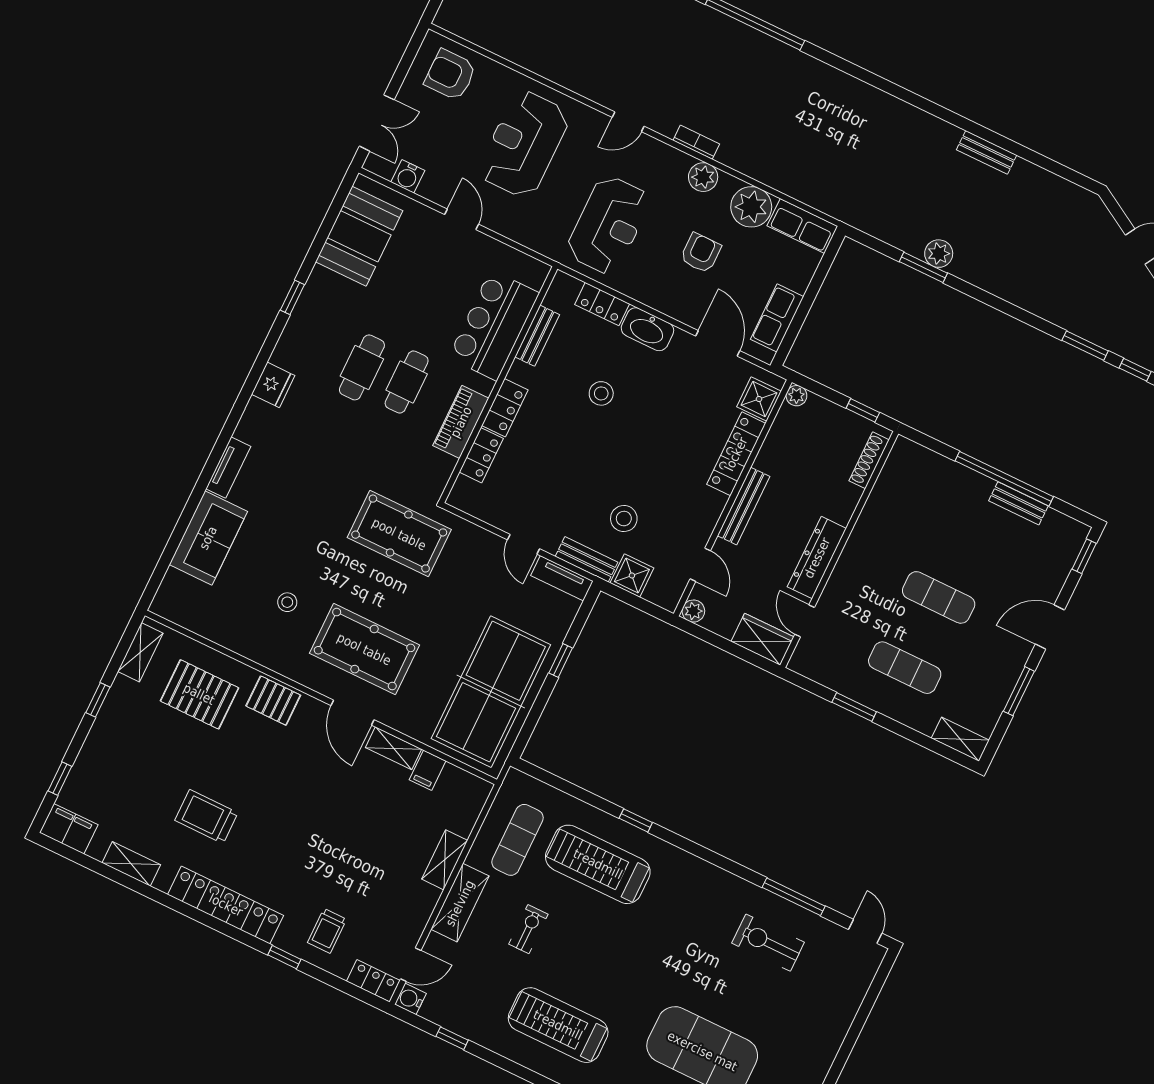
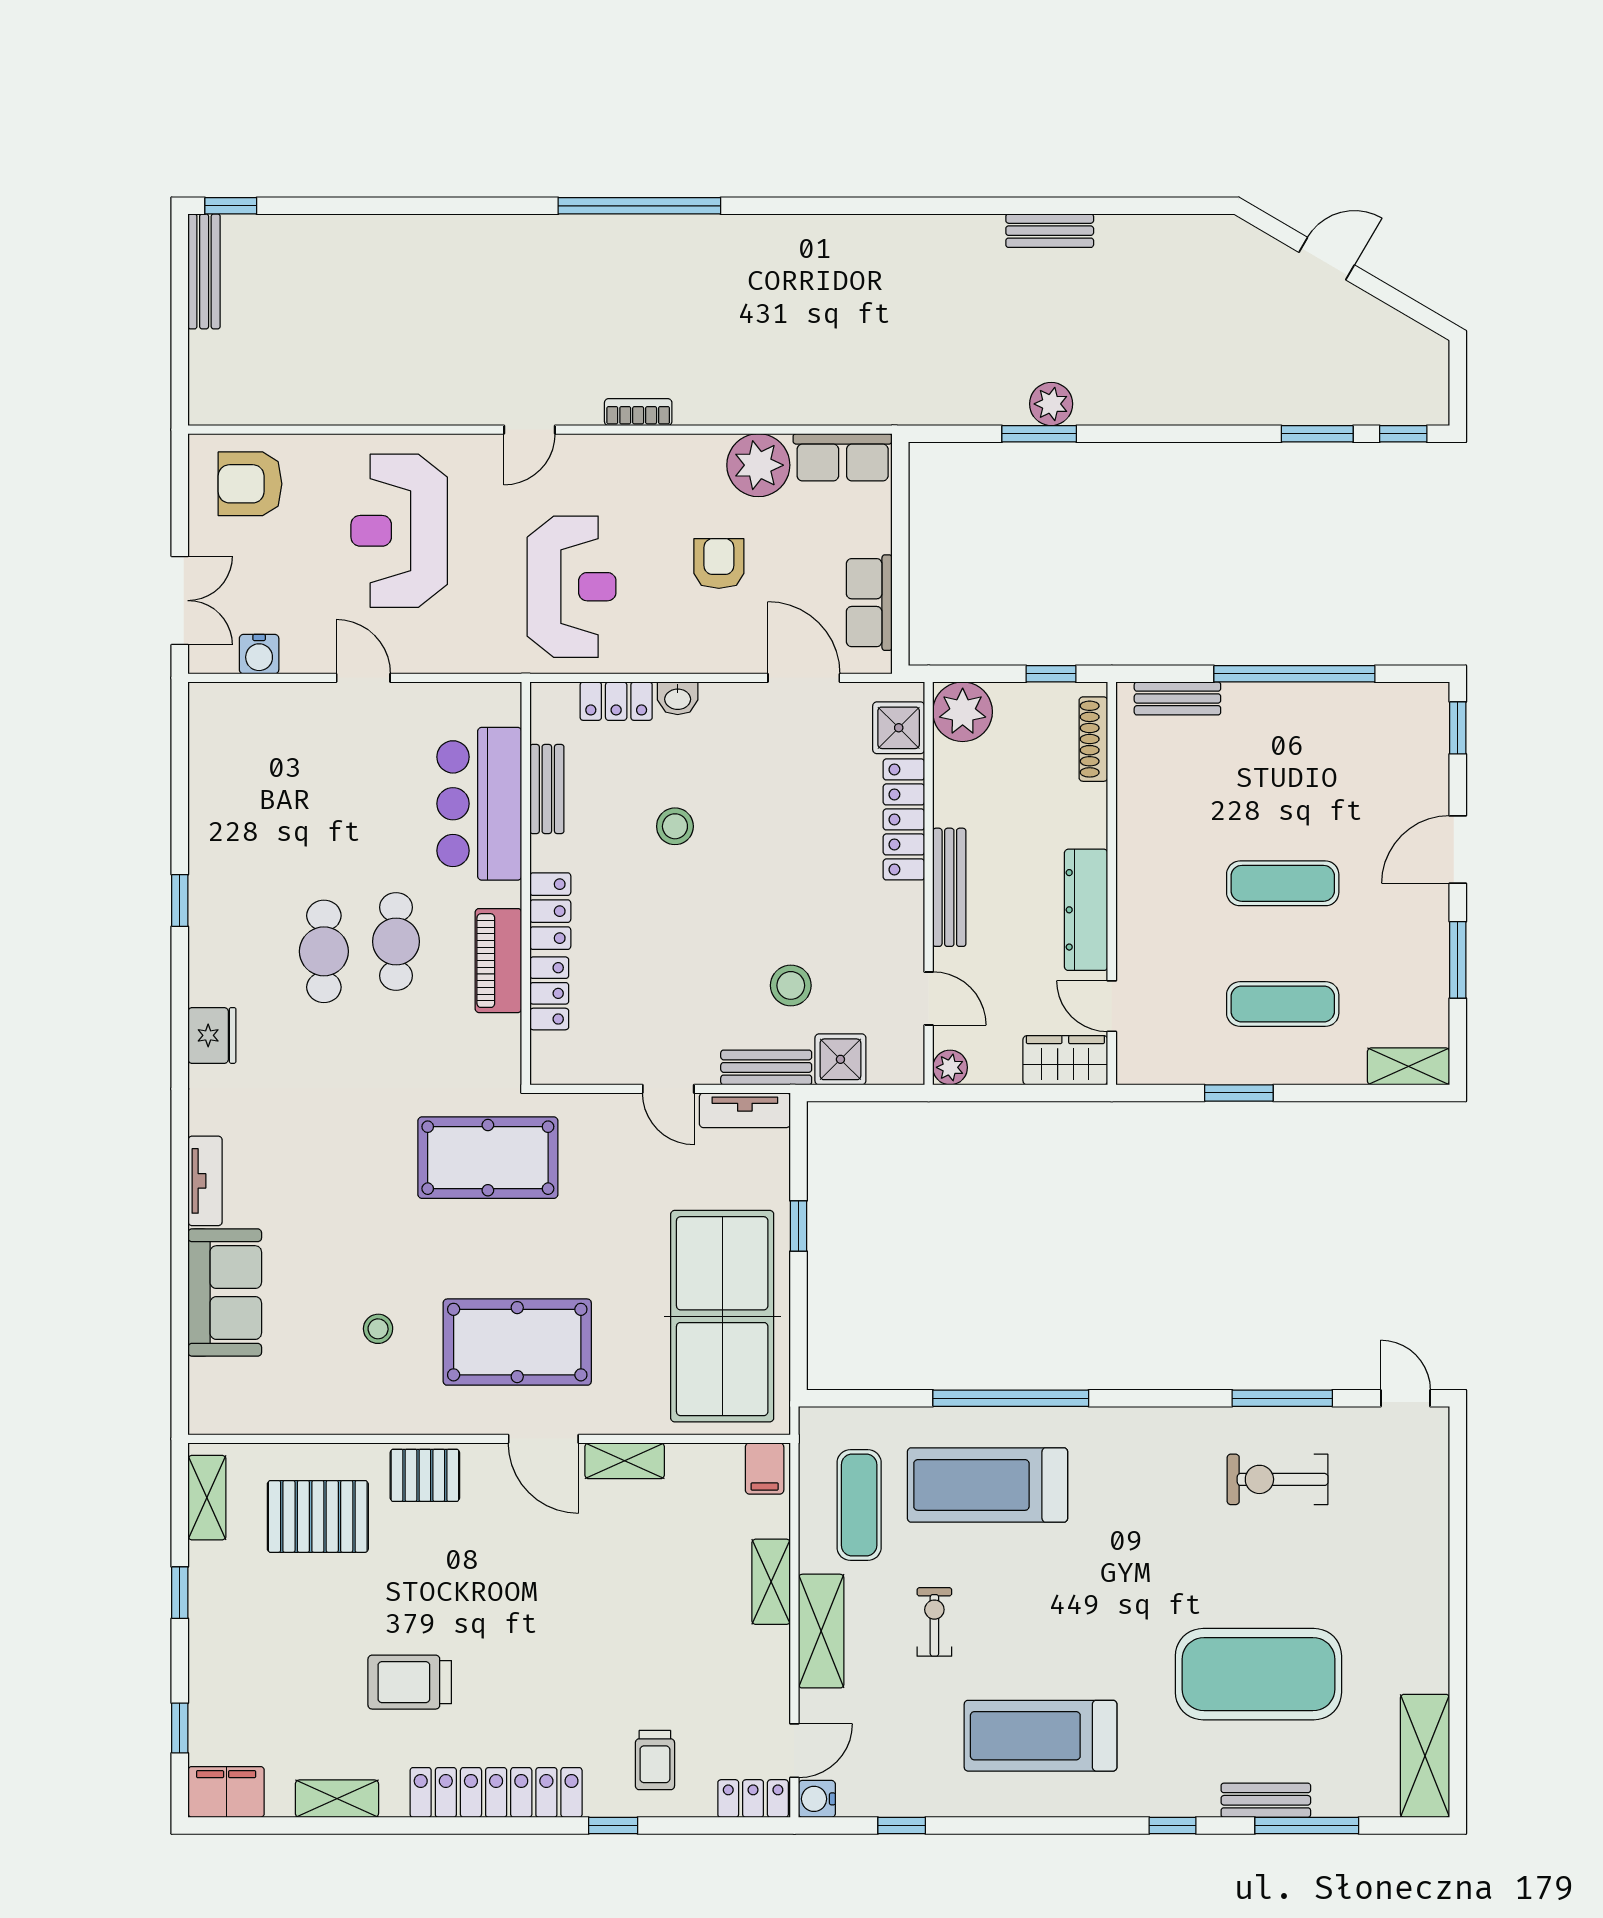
plant: (703, 177) -> (671, 456), removed
booth: (359, 236) -> (232, 770), removed
washbasin: (647, 329) -> (678, 698), width x0.52, depth x0.69
plant: (796, 396) -> (963, 712), width x1.88, depth x1.88
bench: (1018, 503) -> (1177, 698), moved
filing cabinet: (428, 770) -> (765, 1469), moved
window: (636, 820) -> (1011, 1398), width x3.17

